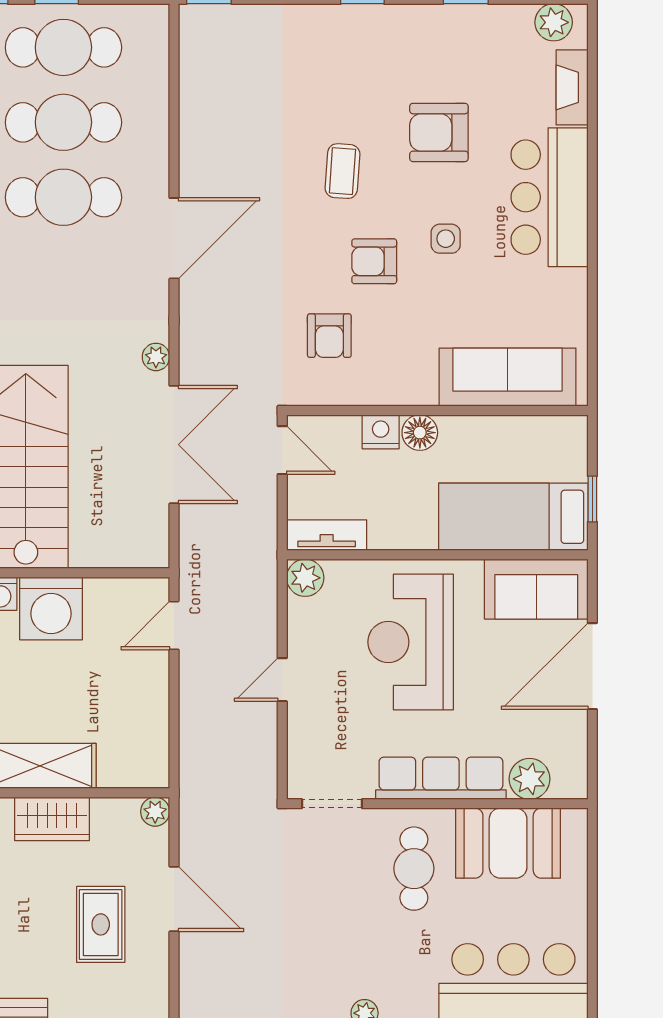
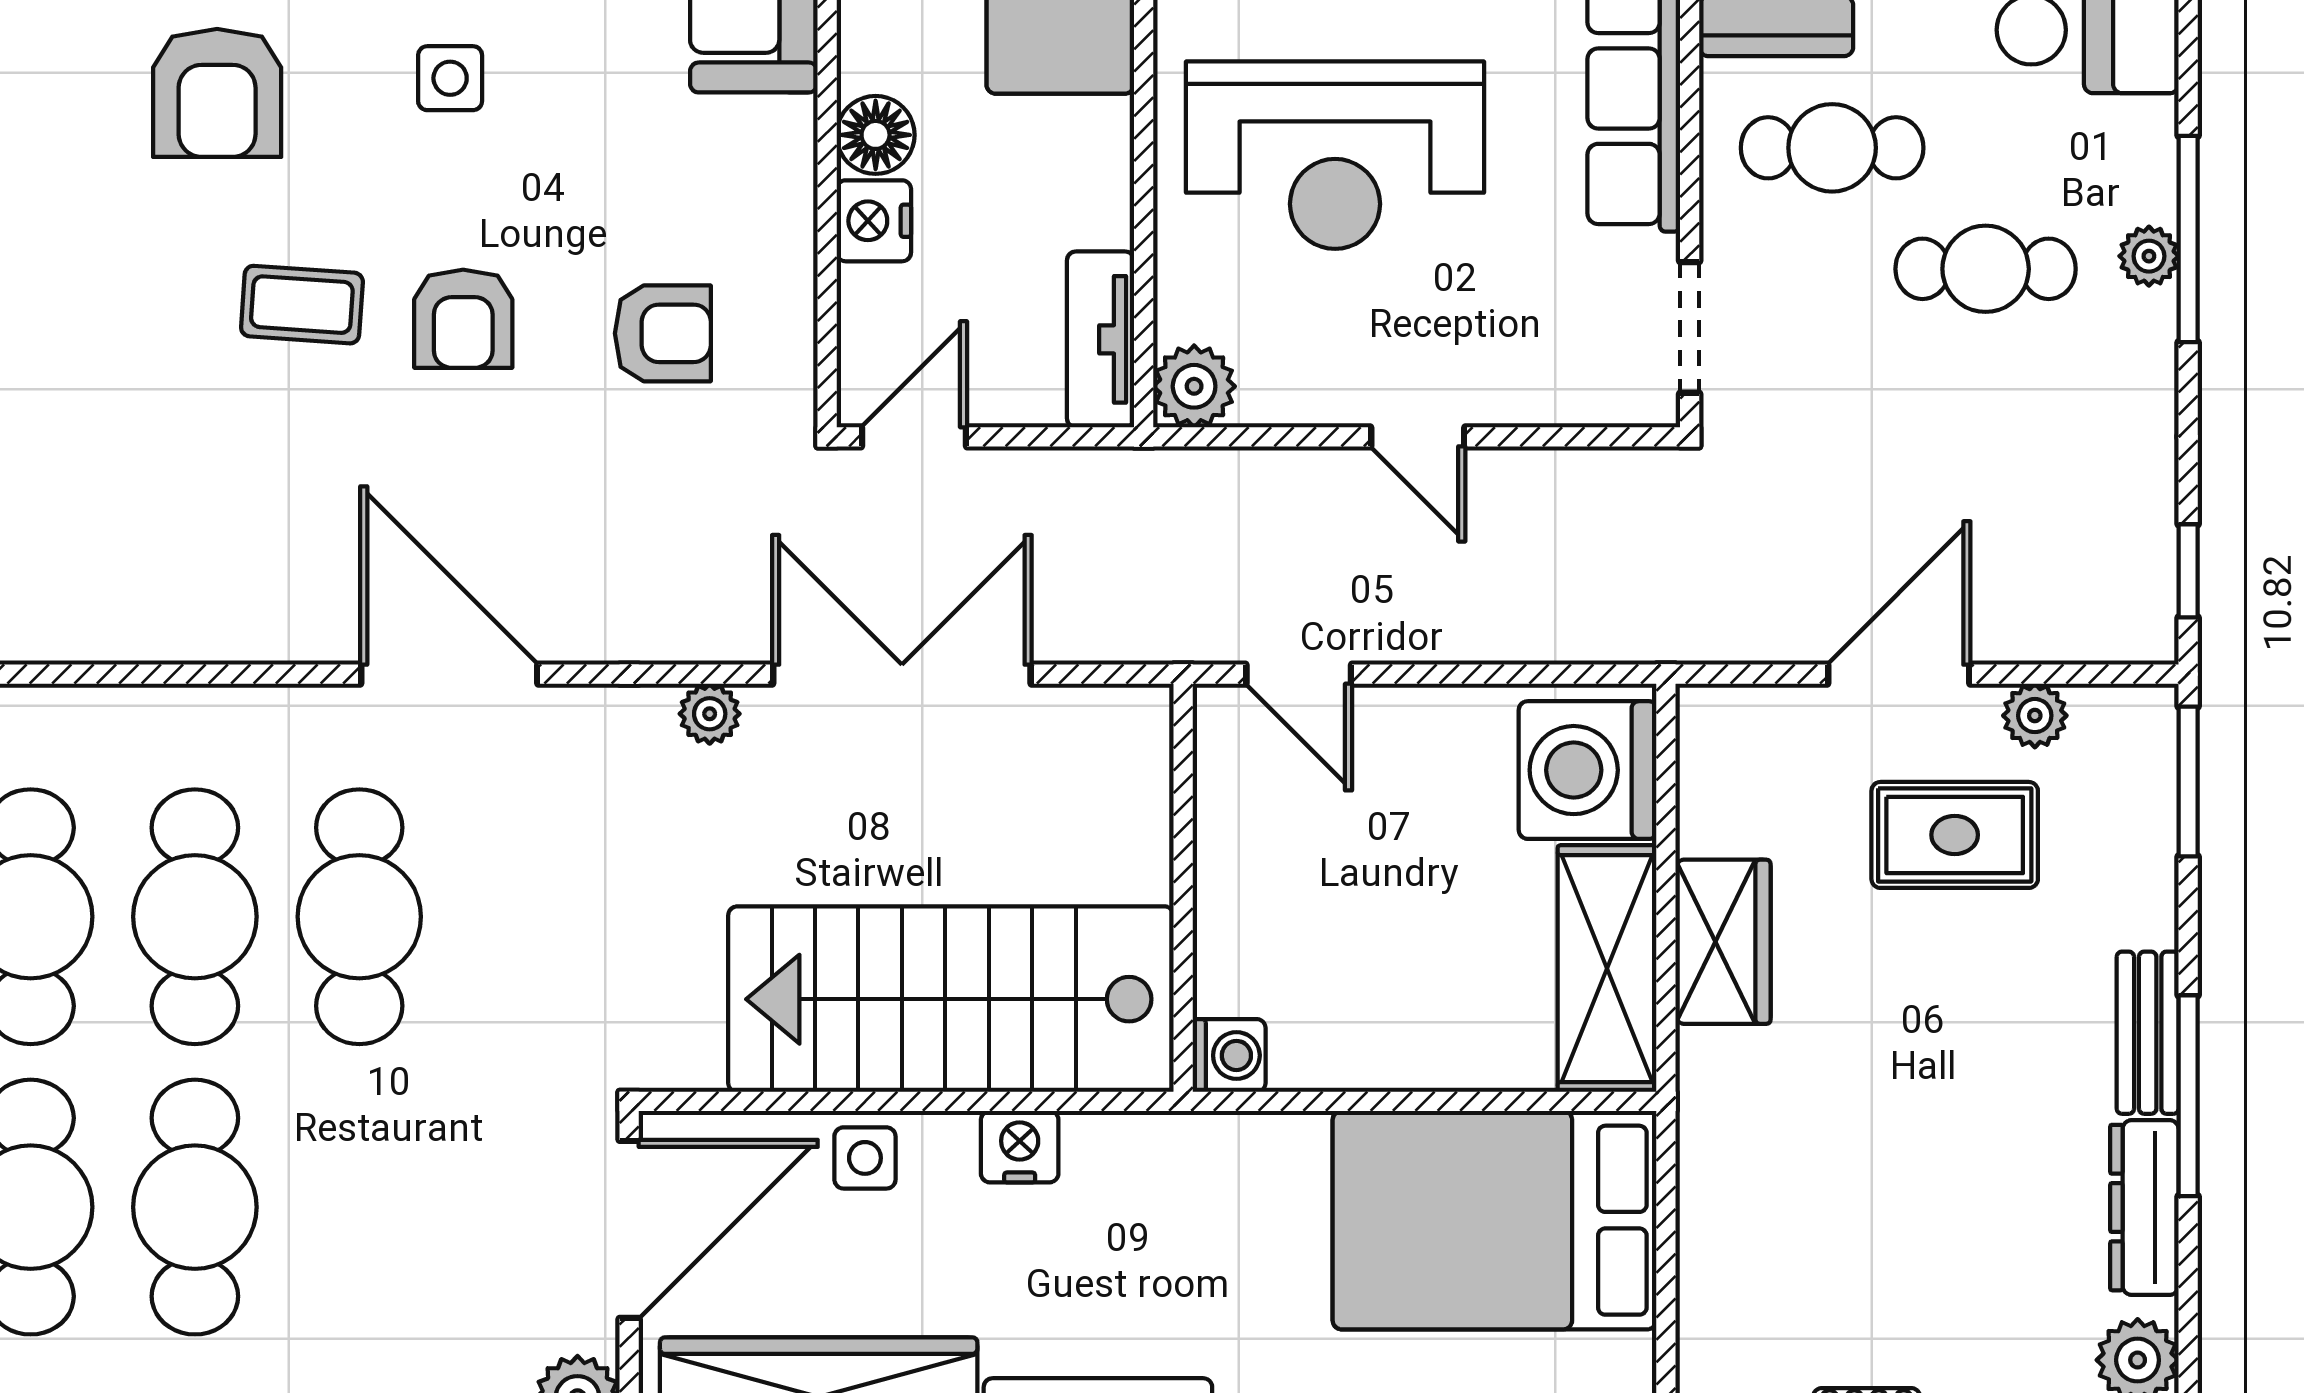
armchair: (374, 261) -> (463, 319), moved
washing machine: (51, 608) -> (1587, 770), moved, turned 180
plant: (155, 812) -> (2035, 716), moved
cafe table: (359, 939) -> (1986, 269), added

